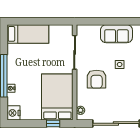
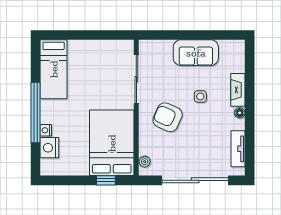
bed: (28, 34) -> (54, 69), moved, turned 90
armchair: (97, 79) -> (168, 117), turned 114
nightstand: (14, 113) -> (49, 148), moved

